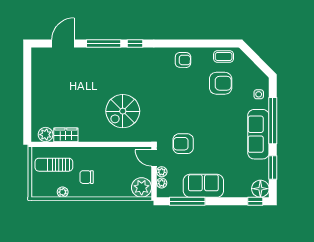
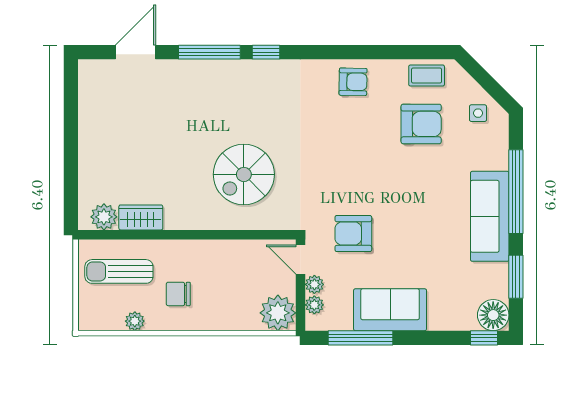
side table: (259, 94) -> (478, 113), moved

